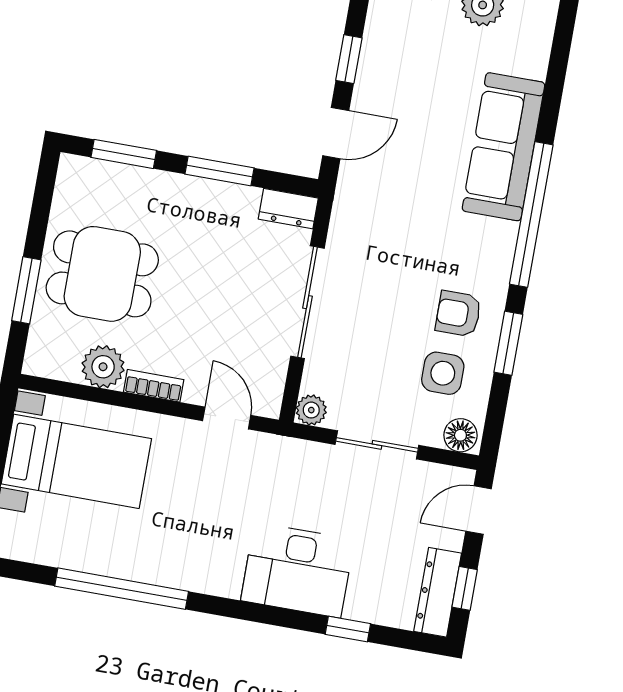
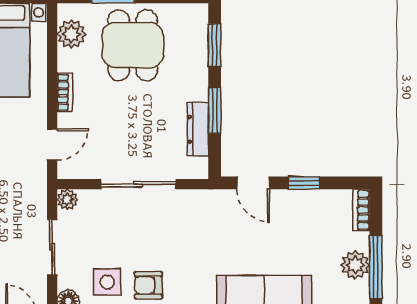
dresser: (288, 209) -> (198, 129), moved, width x1.44
armchair: (458, 314) -> (148, 285), turned -90
plant: (103, 367) -> (71, 34), moved

